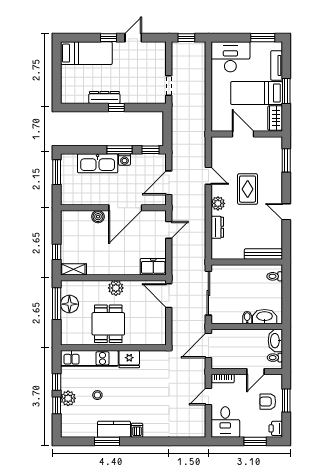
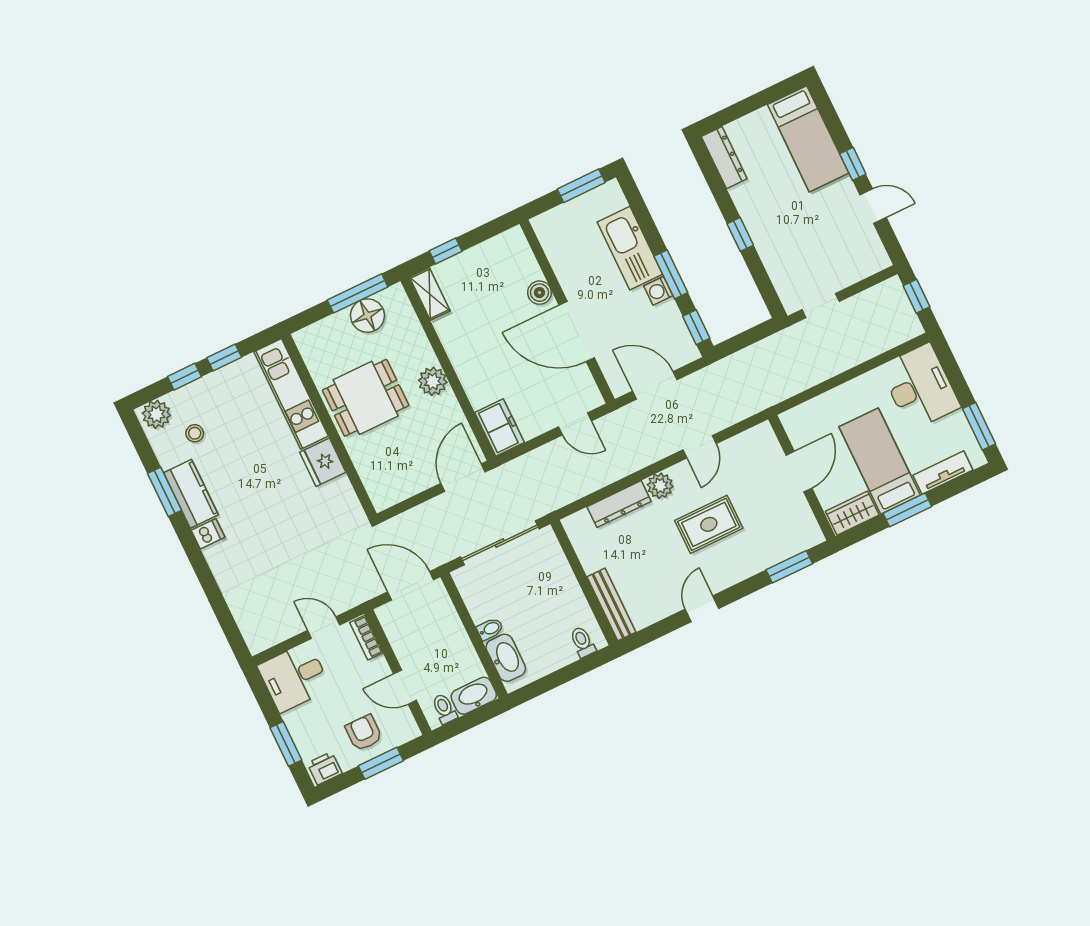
dresser: (104, 97) -> (724, 158), moved
dresser: (217, 227) -> (619, 504), width x1.44
stool: (97, 395) -> (195, 433), moved
plant: (68, 398) -> (156, 414), moved

